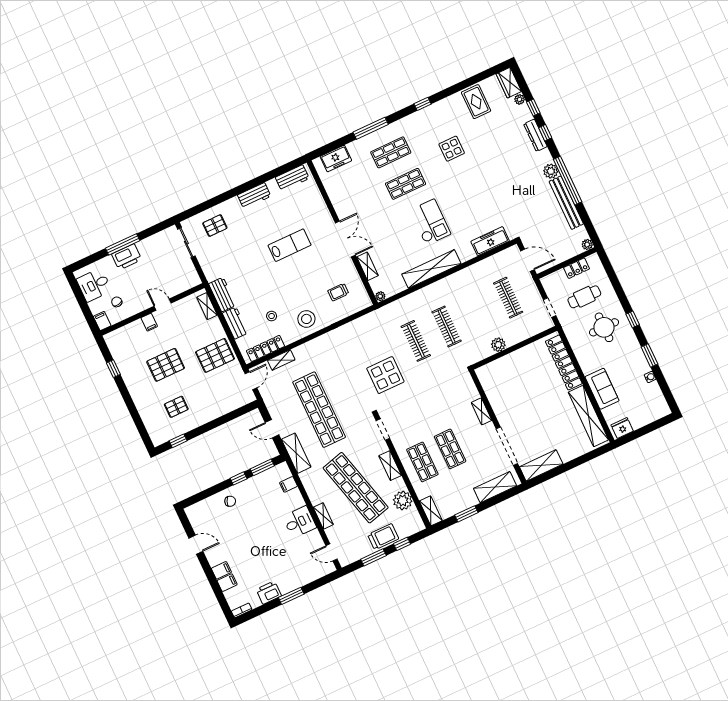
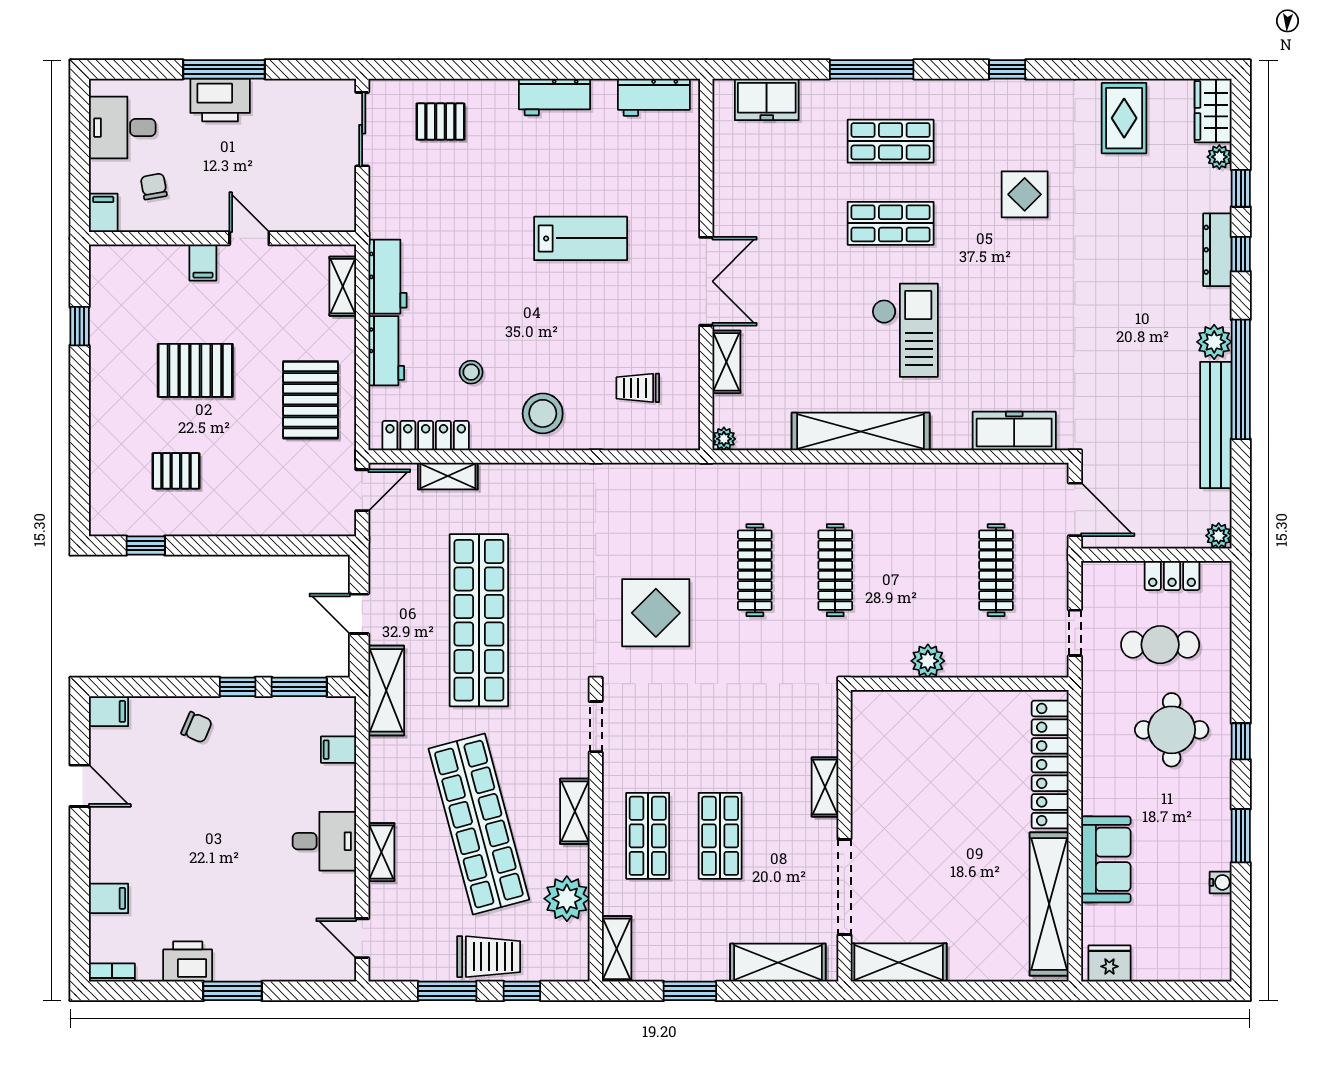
pallet: (215, 355) -> (310, 400), turned 90
filing cabinet: (221, 570) -> (109, 711), moved

